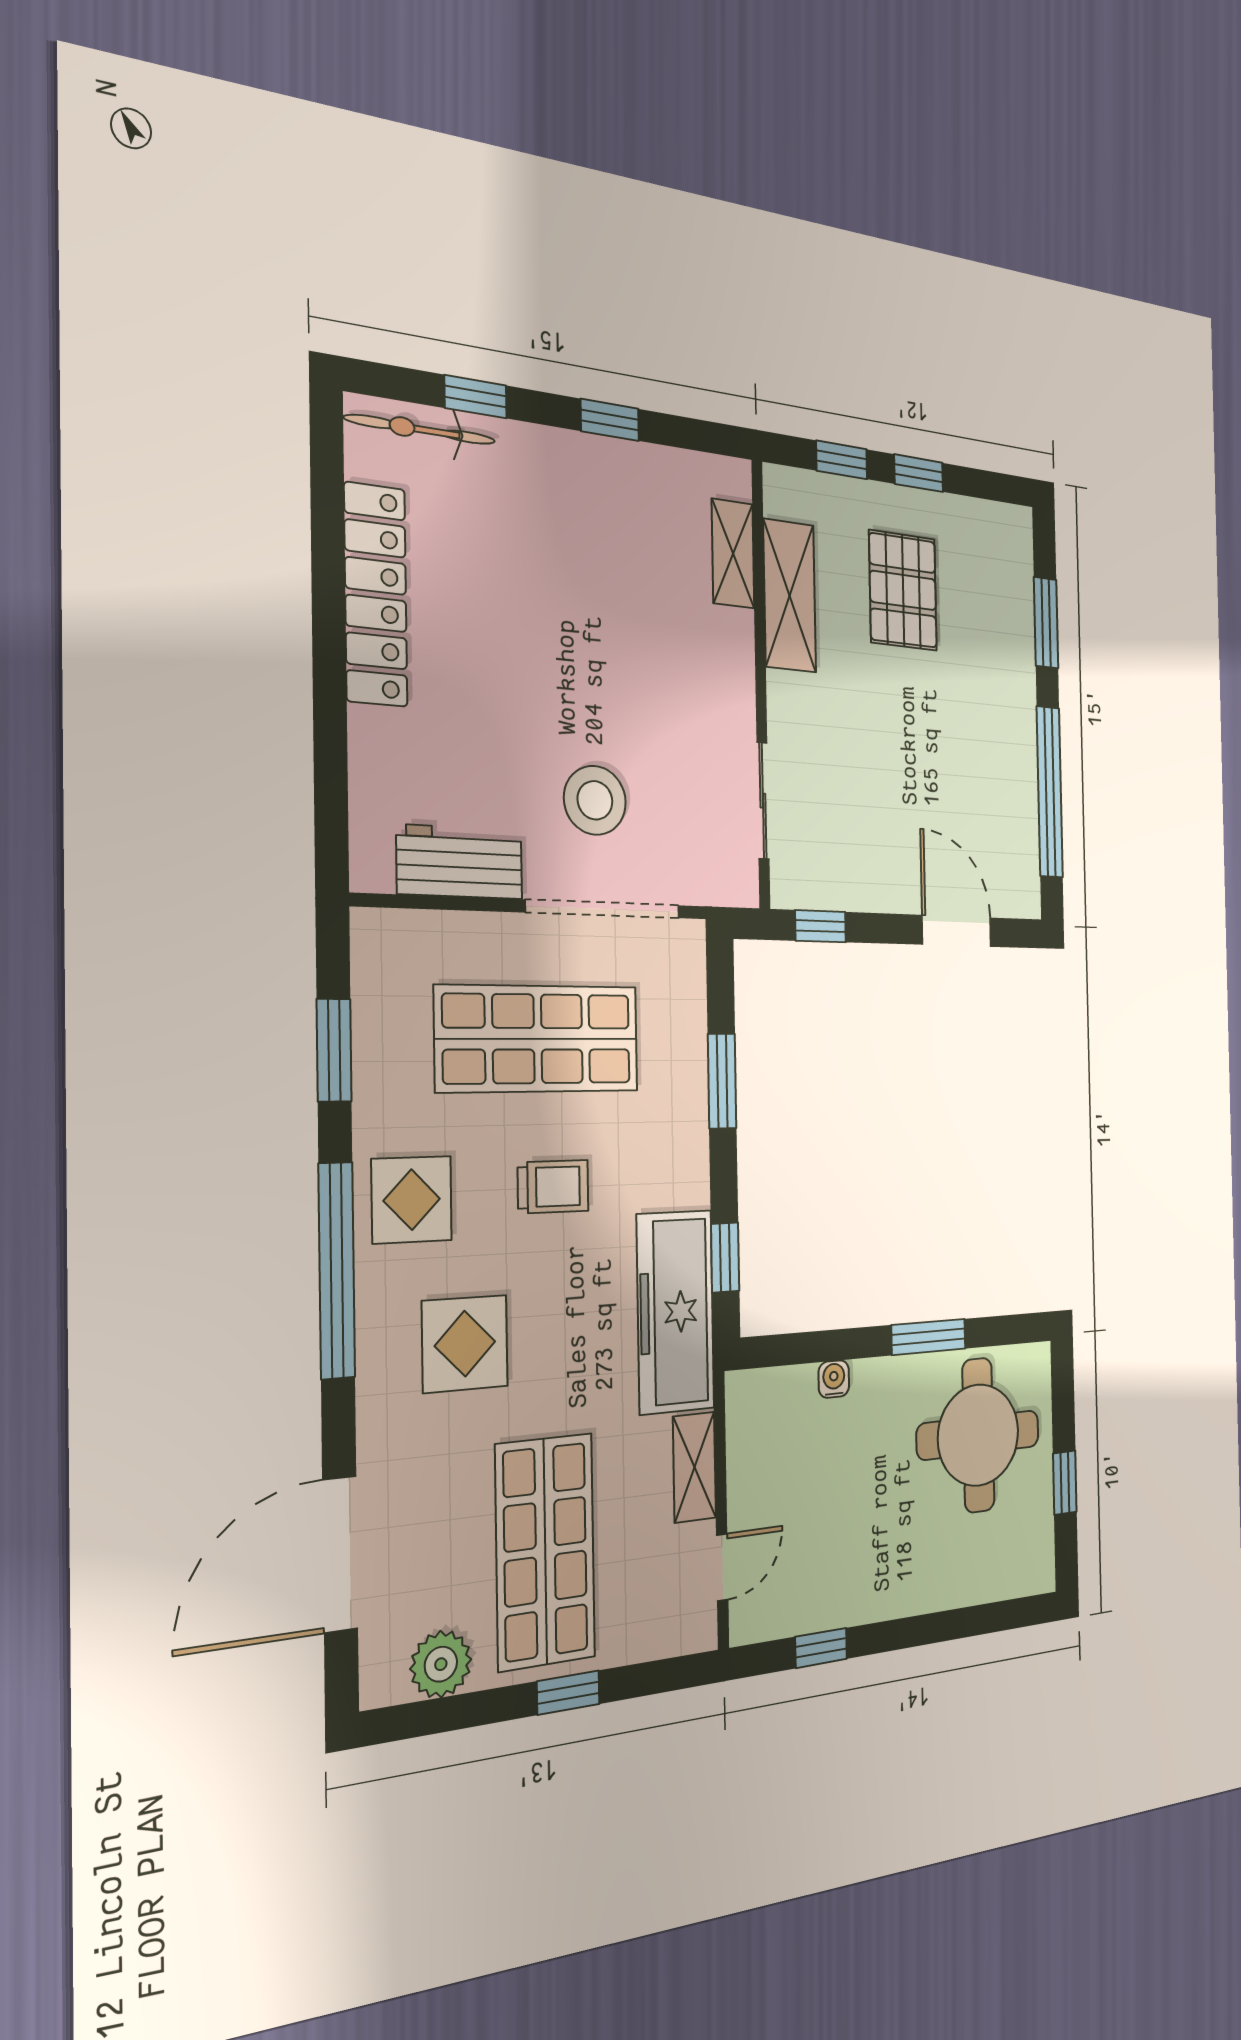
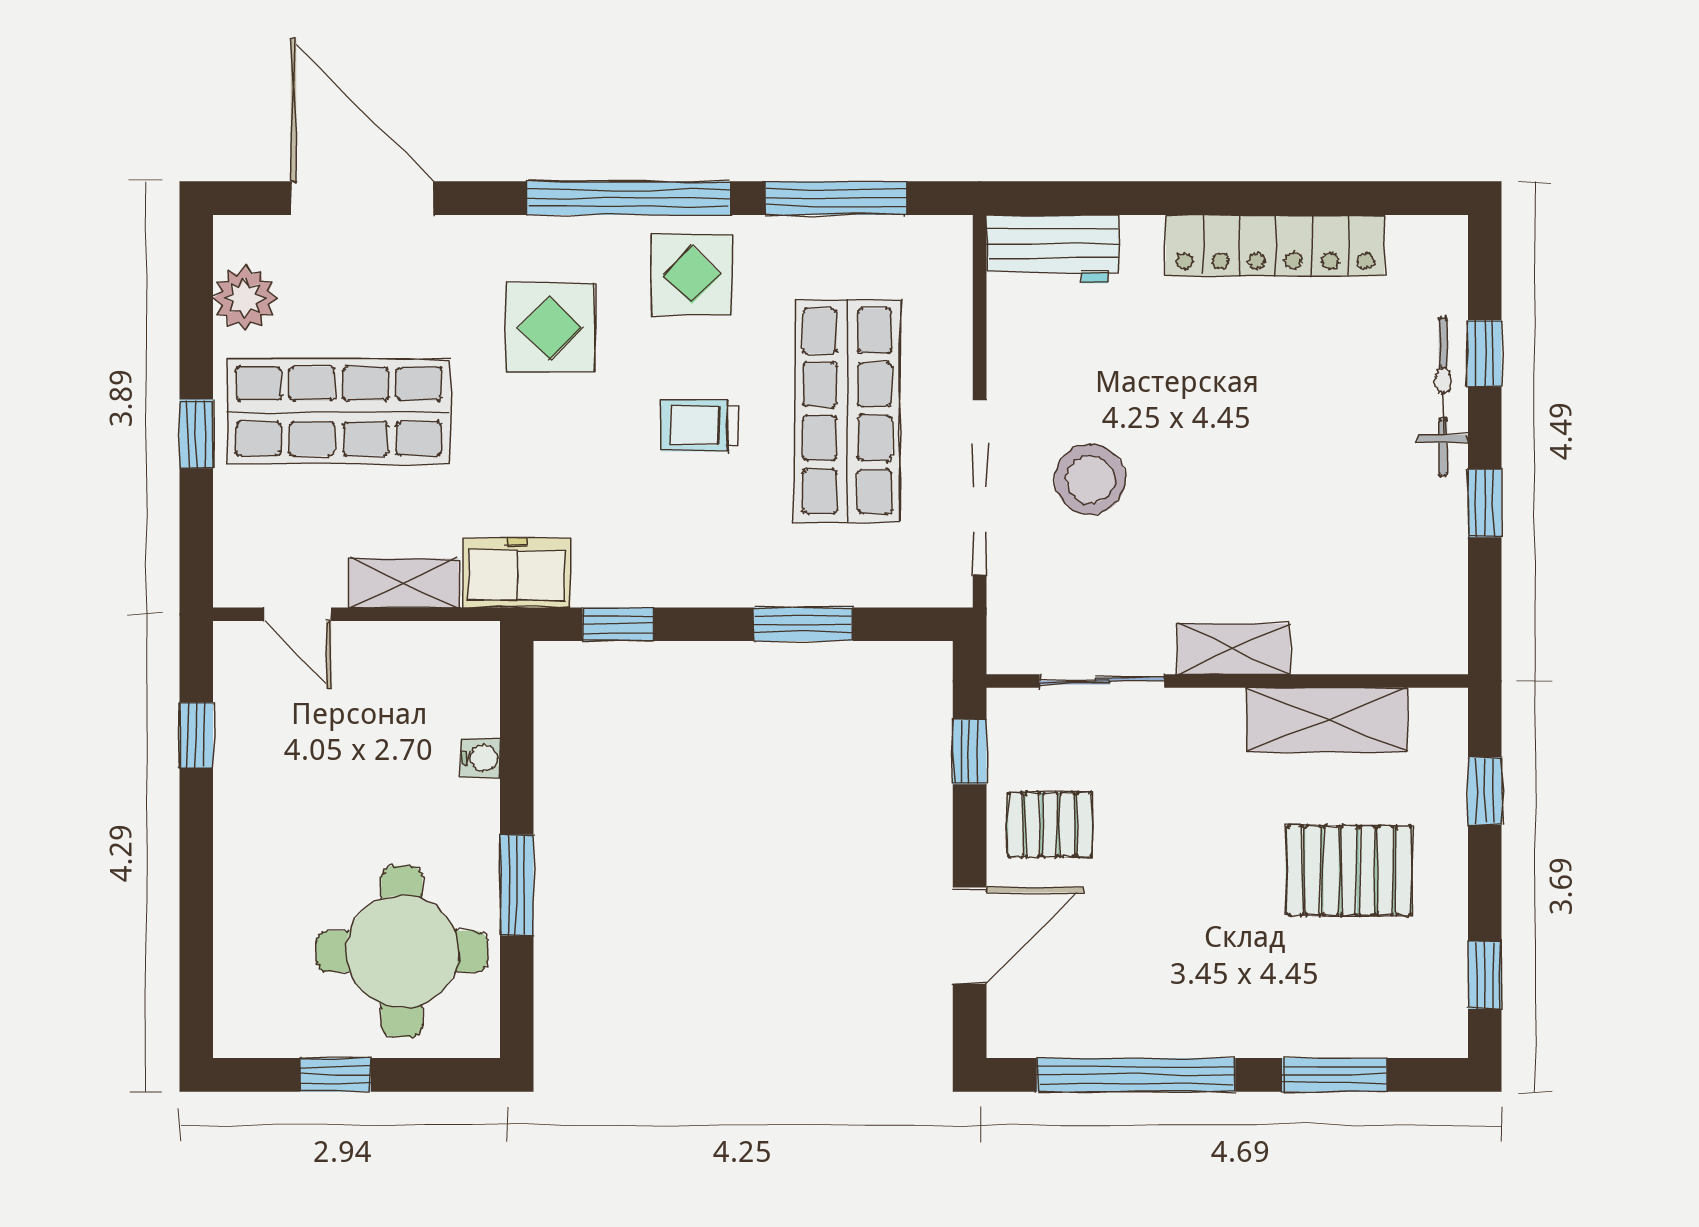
bicycle: (420, 429) -> (1443, 397), moved
window: (919, 473) -> (1485, 975), moved
shelving: (733, 554) -> (1234, 649), moved
pallet: (875, 855) -> (1050, 825), added
workbench: (460, 862) -> (1053, 249), moved, turned 90
window: (334, 1050) -> (836, 198), width x1.44
trolley: (553, 1187) -> (699, 426), turned 90
freezer: (675, 1312) -> (517, 573), width x0.52, depth x0.79

